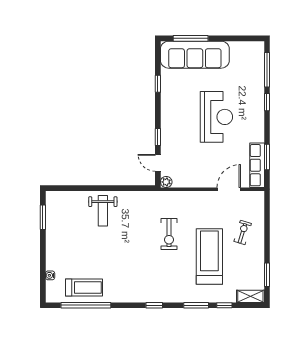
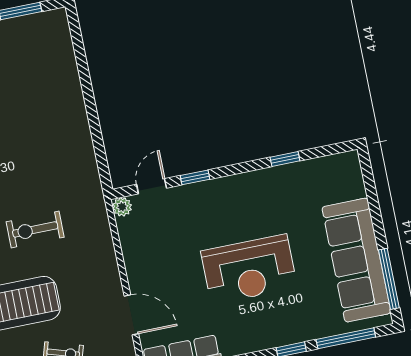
window: (191, 38) -> (389, 279), moved
sofa: (195, 55) -> (356, 260), moved
weight bench: (103, 211) -> (52, 110), removed

